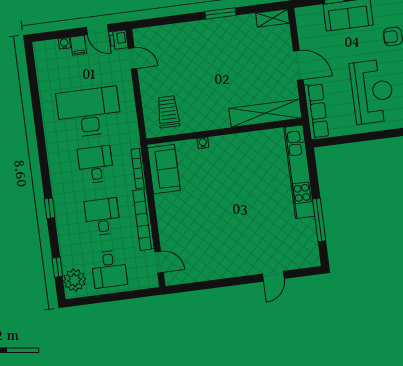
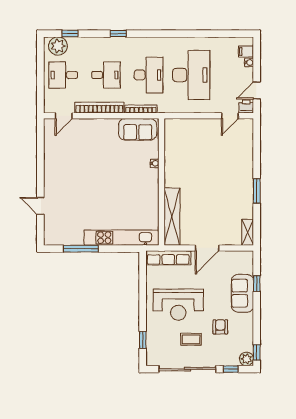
filing cabinet: (78, 45) -> (246, 51), moved
trolley: (168, 112) -> (183, 139), removed
desk: (96, 164) -> (149, 75), width x1.37

